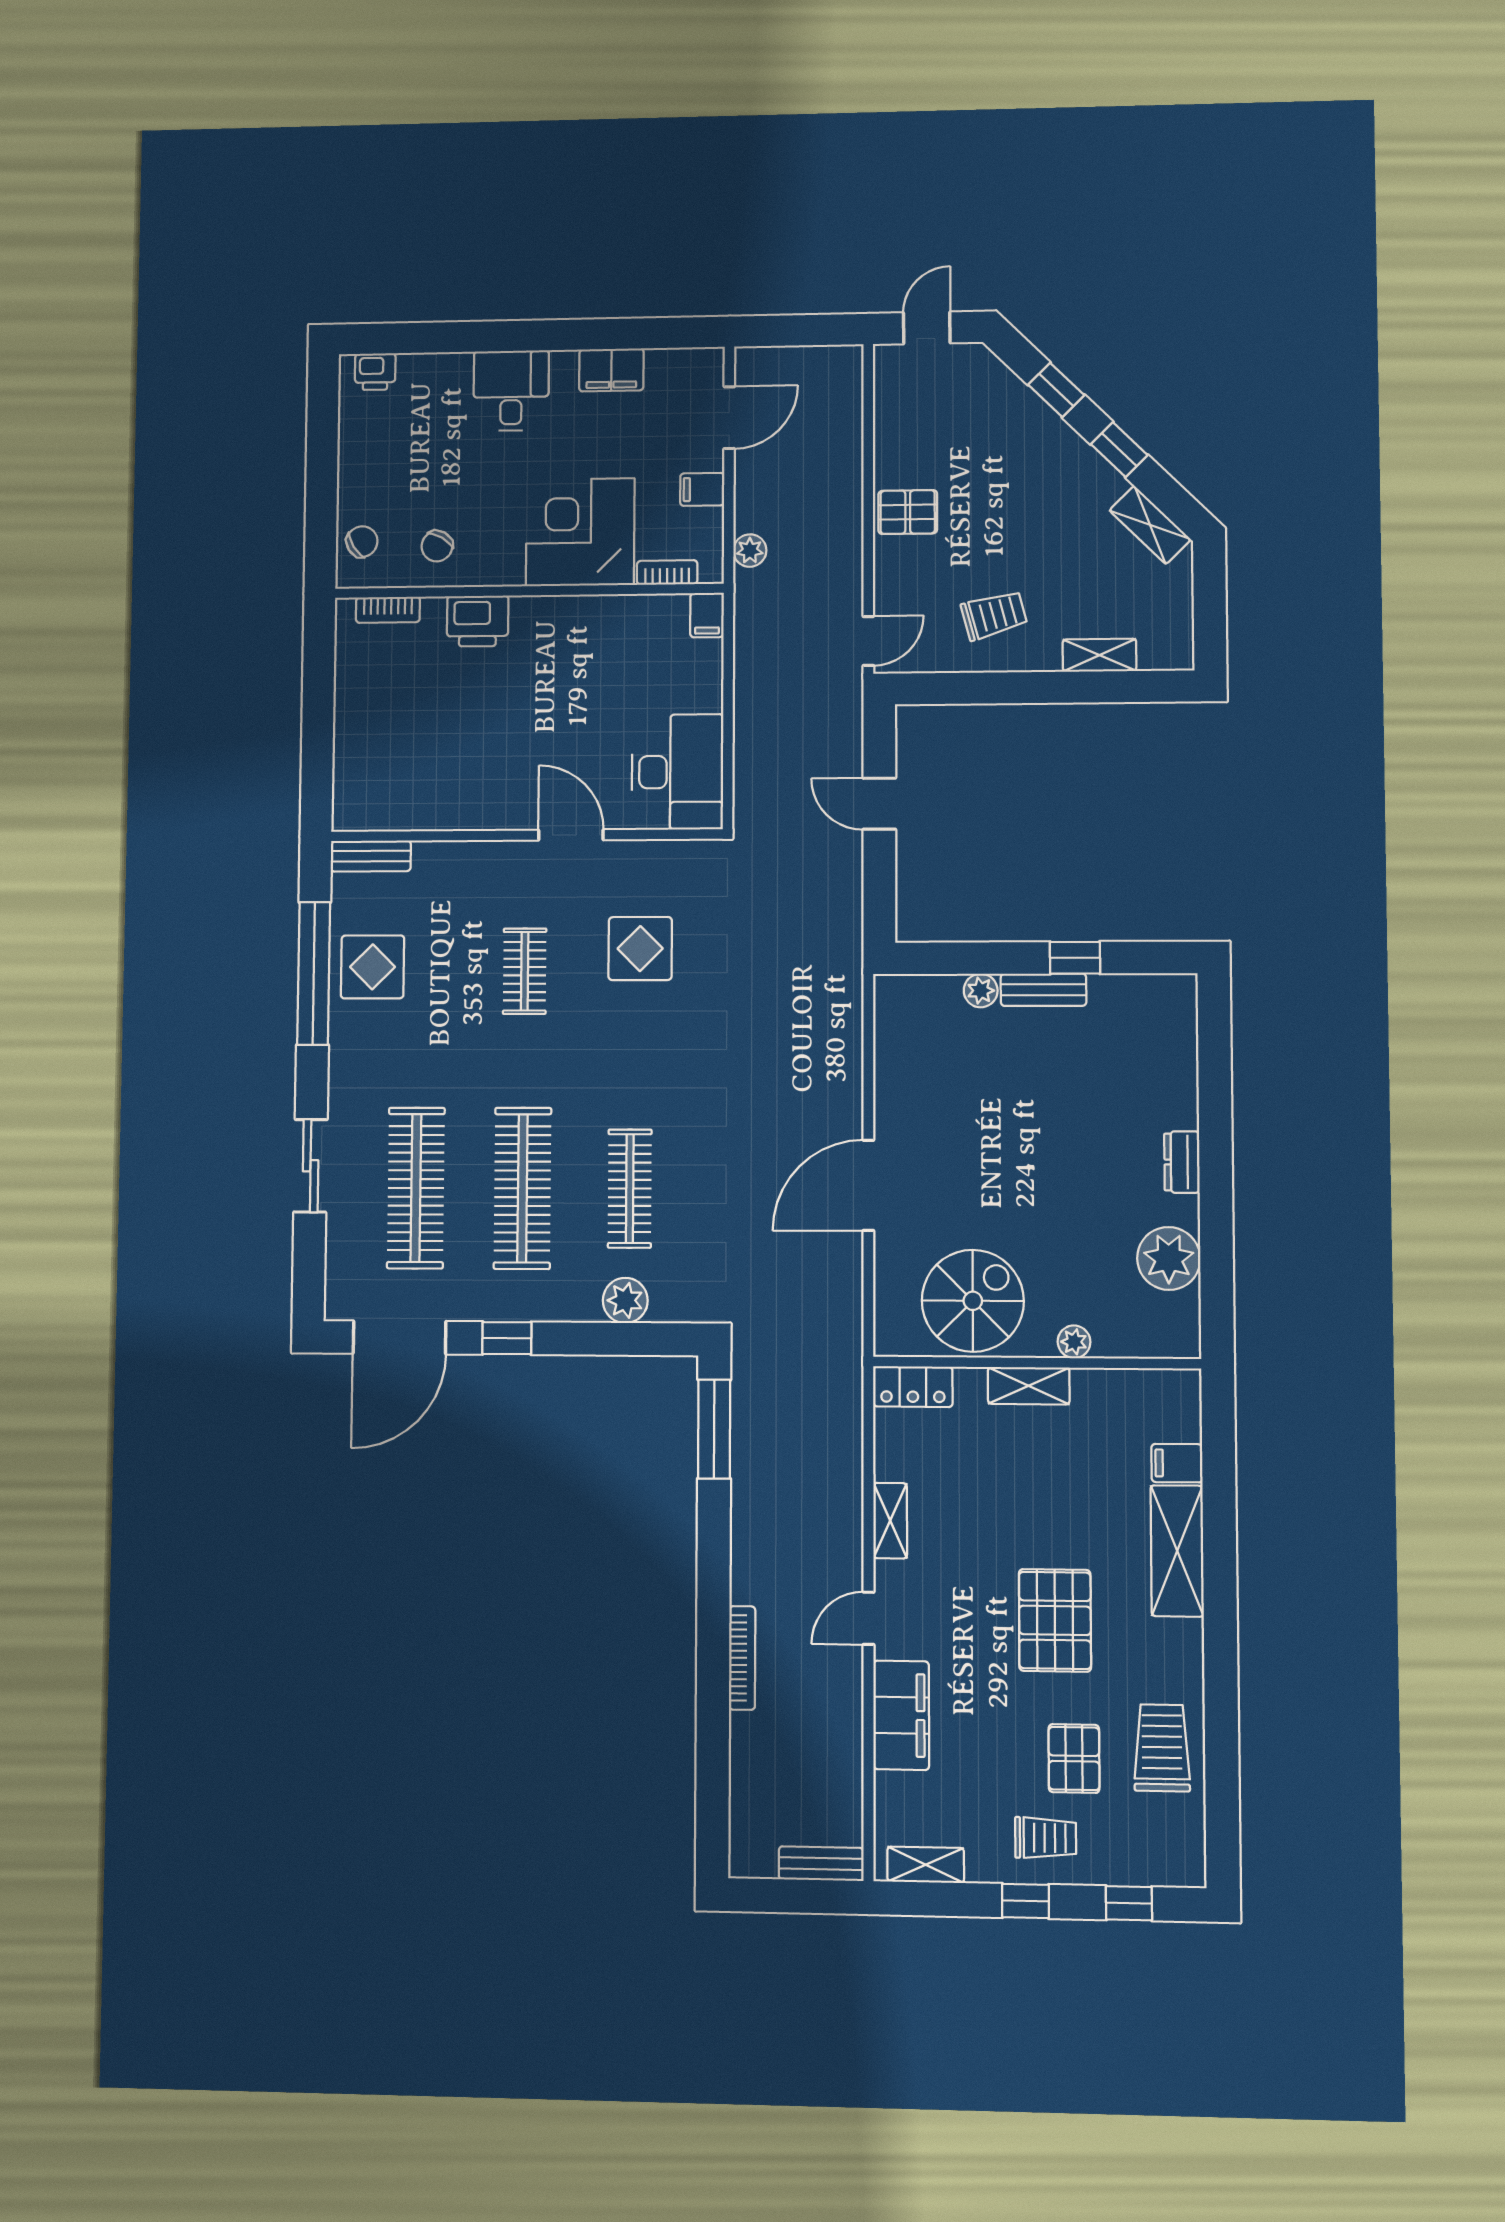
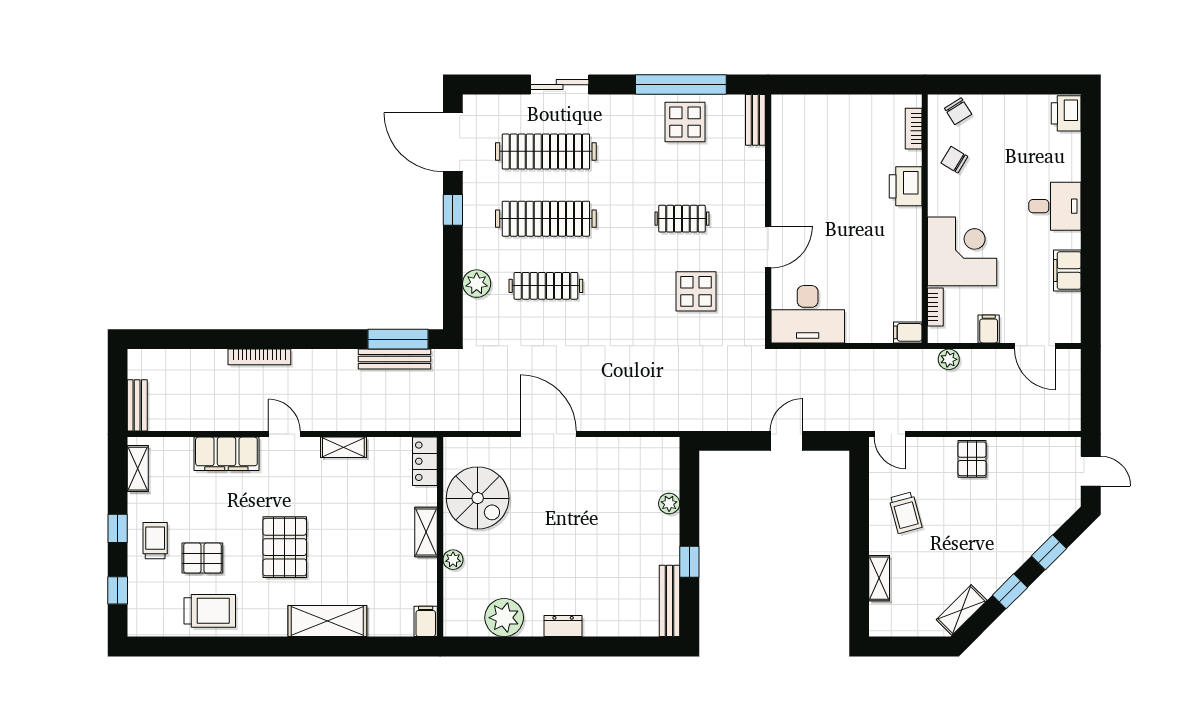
printer: (375, 372) -> (1066, 113), width x1.36, depth x1.24
bench: (1043, 990) -> (669, 601), moved, width x1.36
bench: (746, 1435) -> (394, 359), added
filing cabinet: (1177, 1463) -> (426, 621), moved
pallet: (1055, 1620) -> (285, 547), turned 90
trolley: (1046, 1838) -> (155, 541), turned 180

